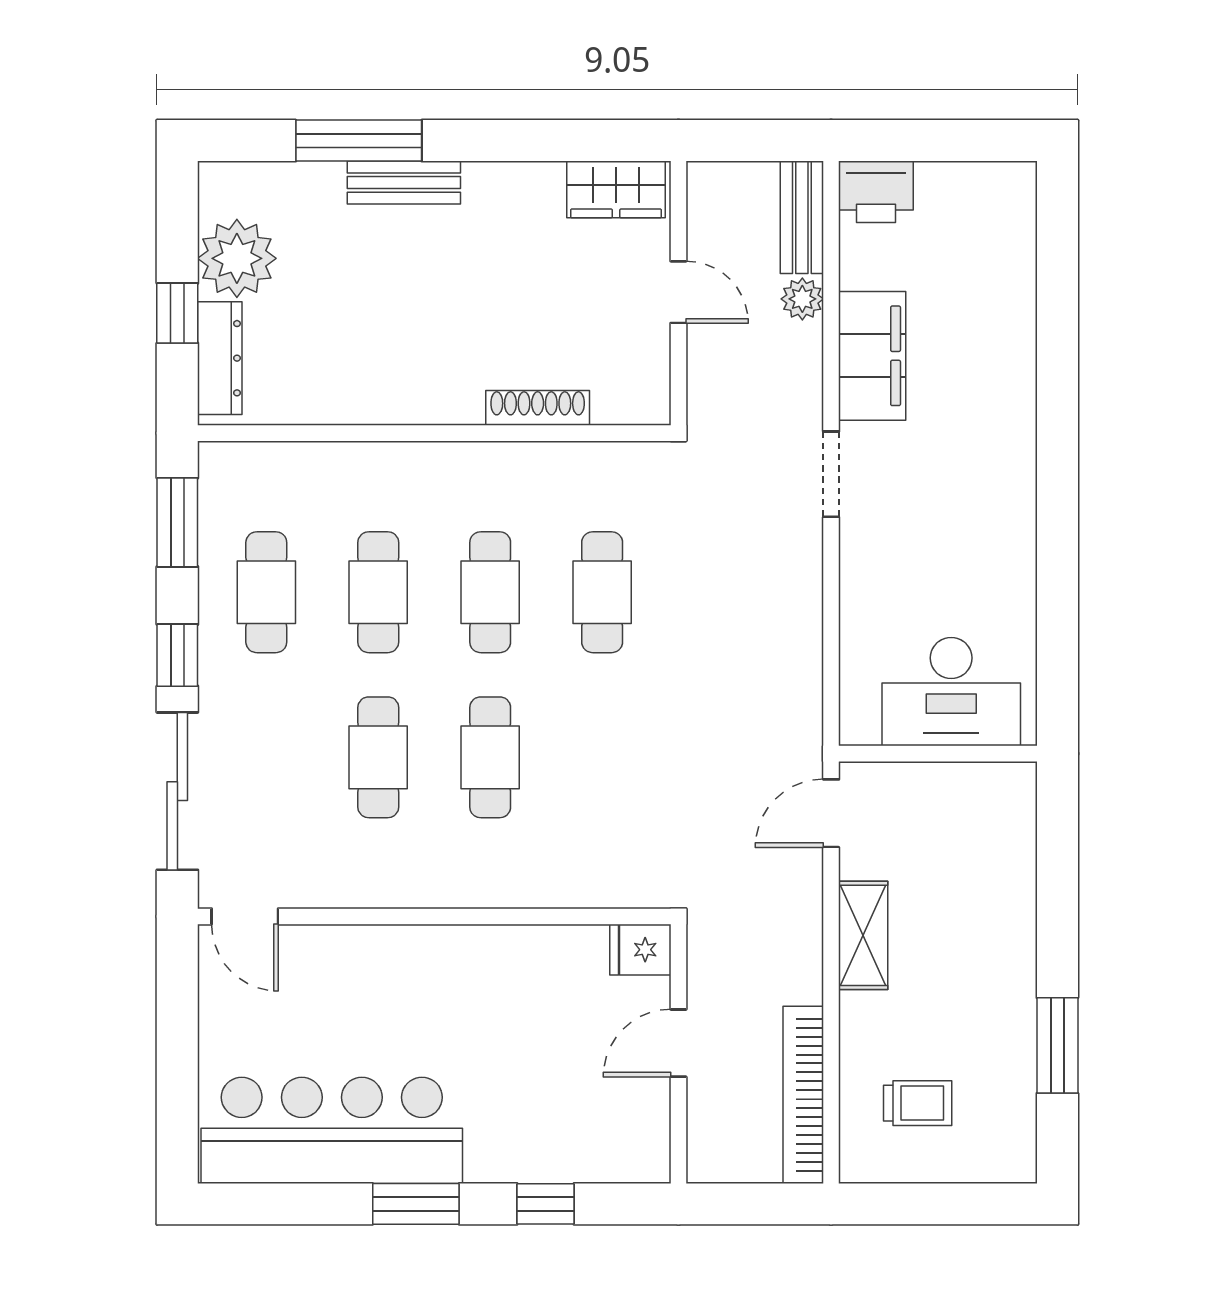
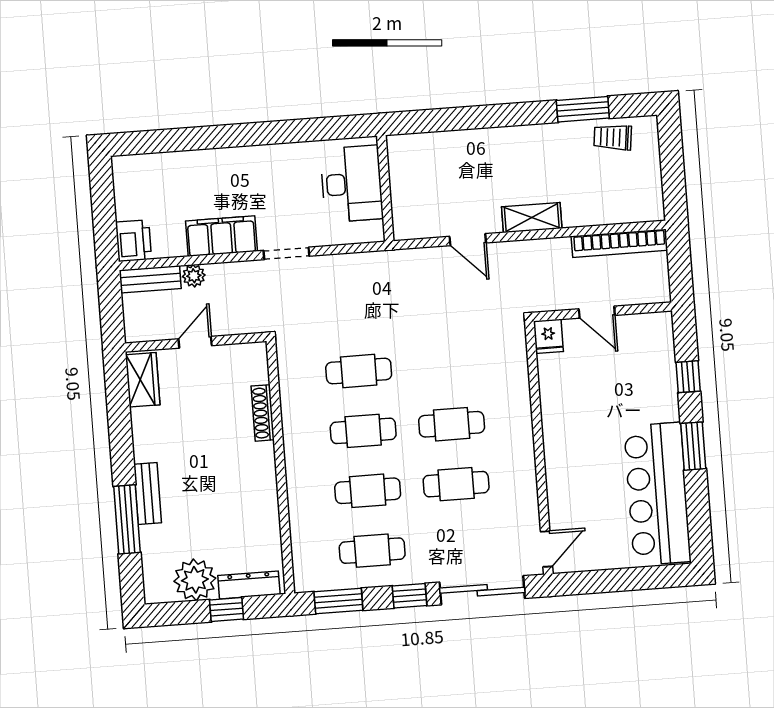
desk: (951, 692) -> (352, 184), moved
wall: (938, 754) -> (385, 188), moved
trolley: (918, 1103) -> (613, 137), moved, turned -83

